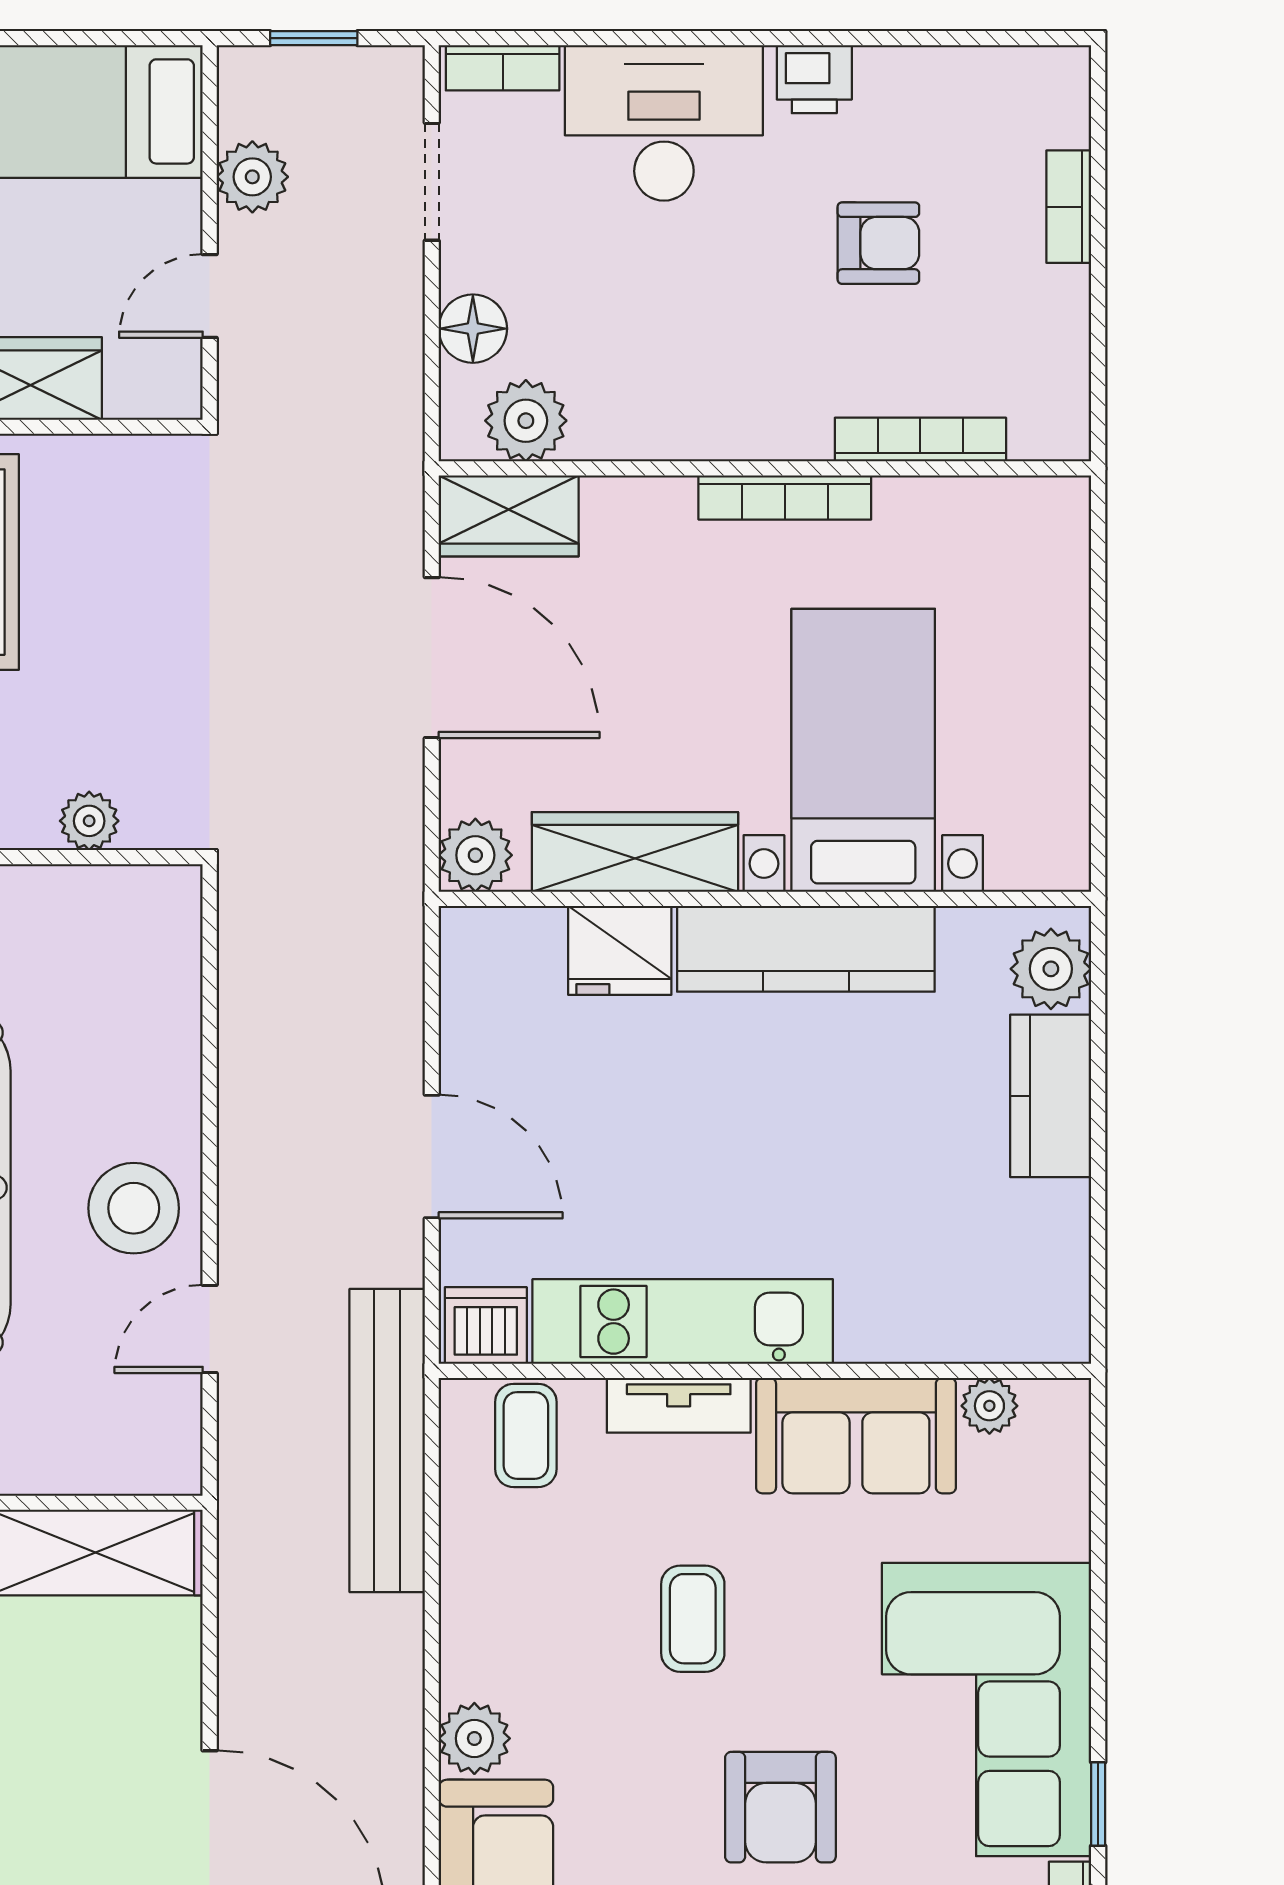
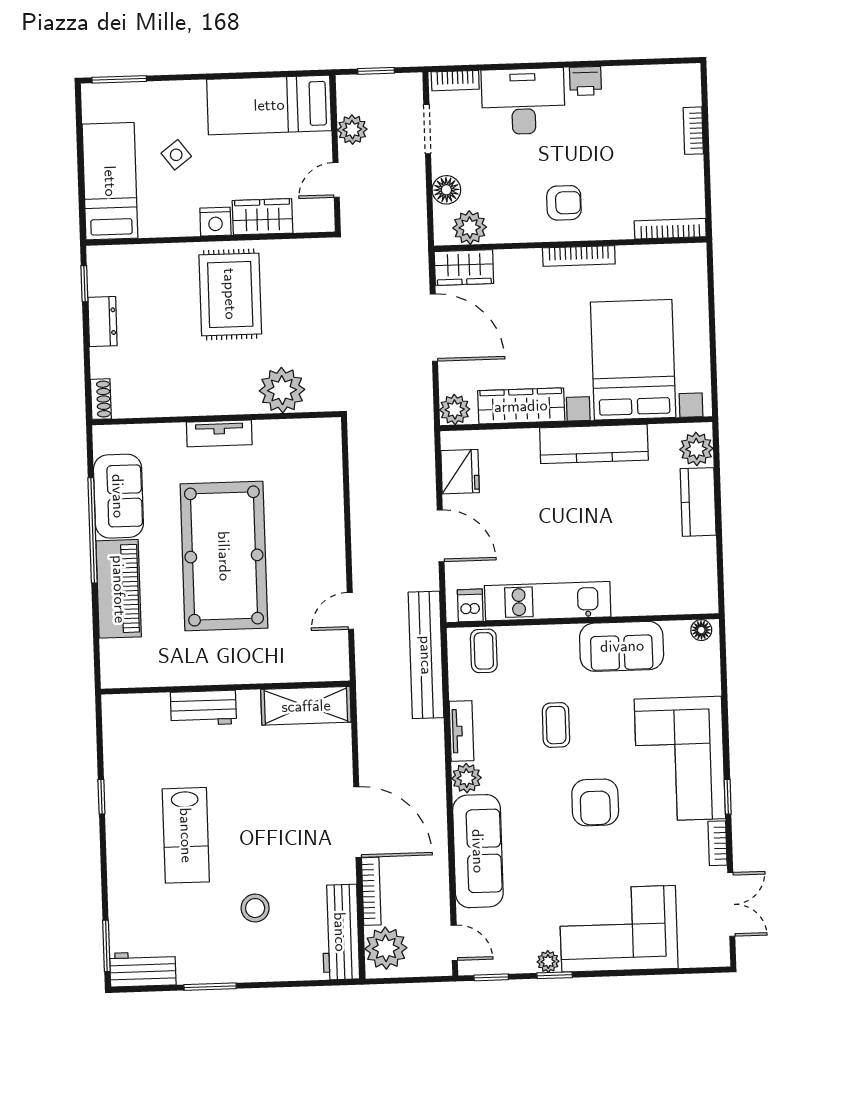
armchair: (878, 243) -> (564, 203), moved
bookcase: (920, 440) -> (670, 229), moved
bed with nightstands: (863, 750) -> (633, 360), width x1.36
plant: (89, 821) -> (282, 390), width x1.87, depth x1.87
fridge: (620, 950) -> (460, 472), moved, turned -90
stool: (134, 1208) -> (317, 561), removed
dishwasher: (486, 1326) -> (470, 605), width x0.73
floor lamp: (1048, 1403) -> (701, 630), added
tv unit: (679, 1405) -> (462, 731), moved, turned -90
plant: (989, 1406) -> (677, 632), removed

